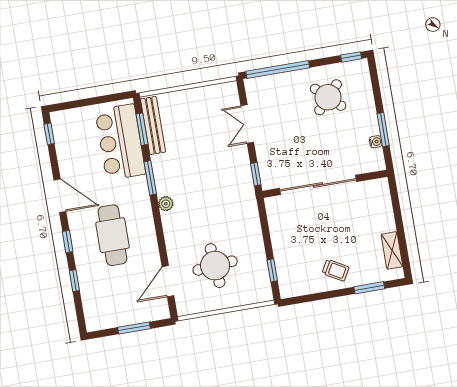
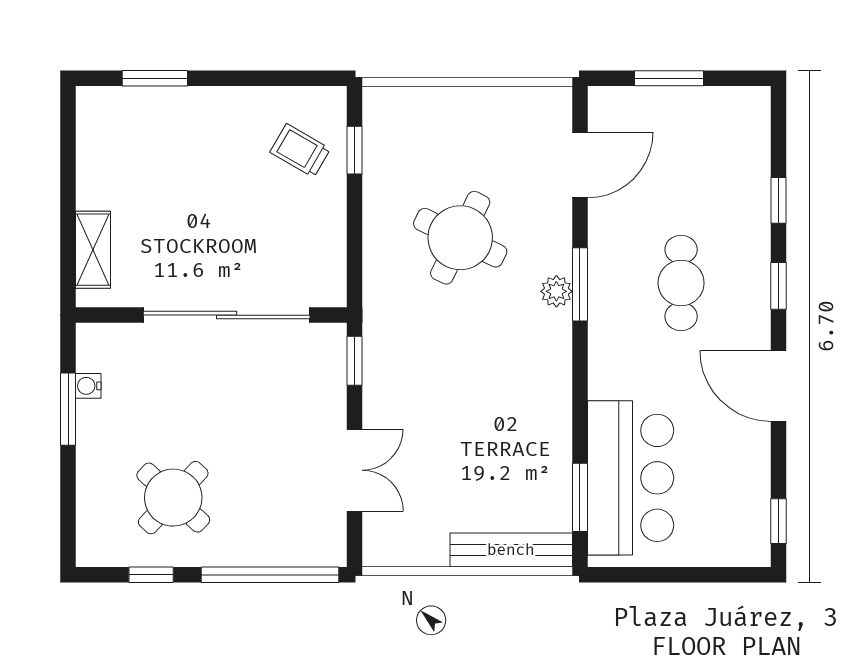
window: (351, 57) -> (151, 575), moved
bench: (153, 125) -> (511, 550), moved, turned 90
window: (150, 178) -> (580, 284), moved
plant: (166, 204) -> (556, 291), moved
cafe table: (113, 235) -> (681, 283), width x0.73, depth x0.74
shelving: (392, 250) -> (93, 250), moved
round table: (215, 266) -> (460, 238), moved, turned 31
trolley: (336, 270) -> (300, 150), moved

